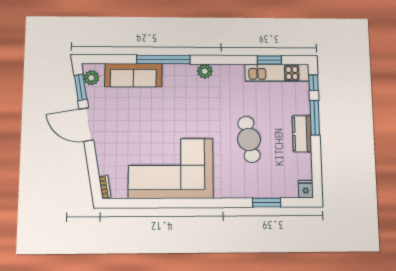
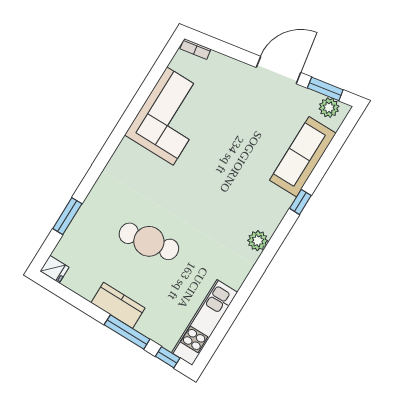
window: (163, 59) -> (300, 202), width x0.32
window: (269, 60) -> (225, 323), removed
corner sofa: (171, 168) -> (170, 116), width x0.73, depth x0.74

